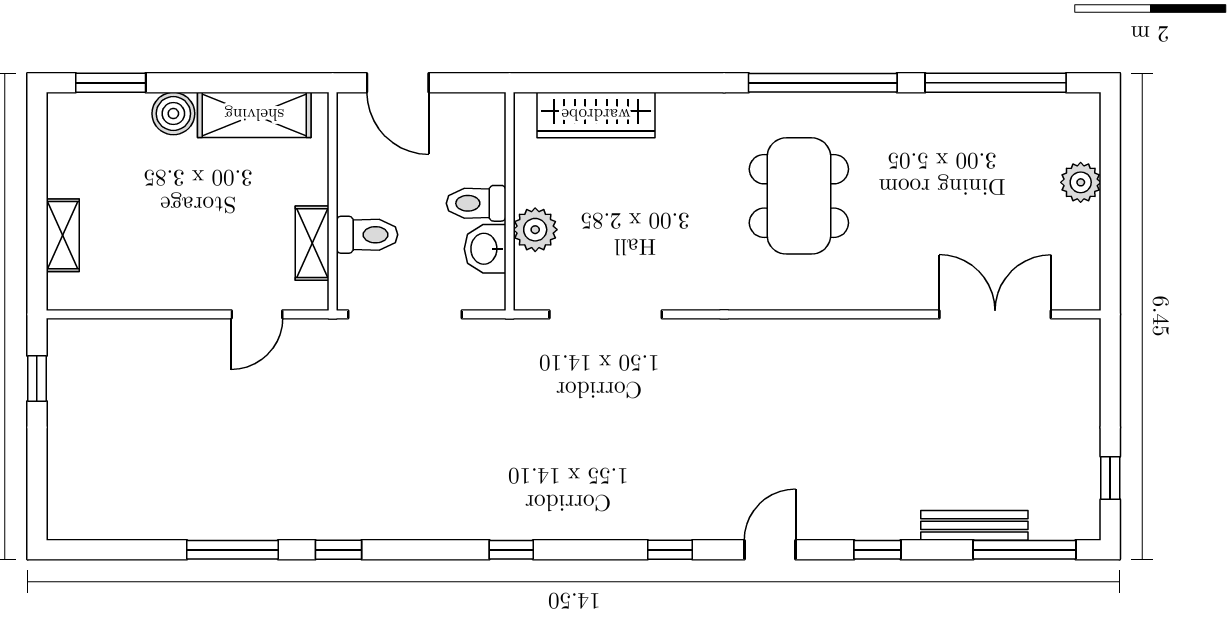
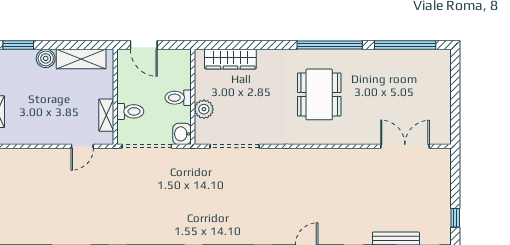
plant: (1081, 182) -> (442, 89), removed
washbasin: (485, 249) -> (182, 134), moved

